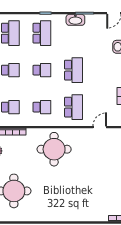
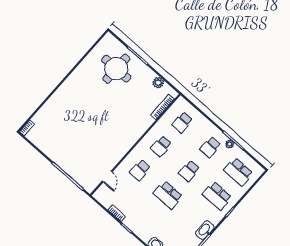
school desk: (73, 107) -> (140, 170), width x0.54
round table: (54, 149) -> (121, 127), removed

